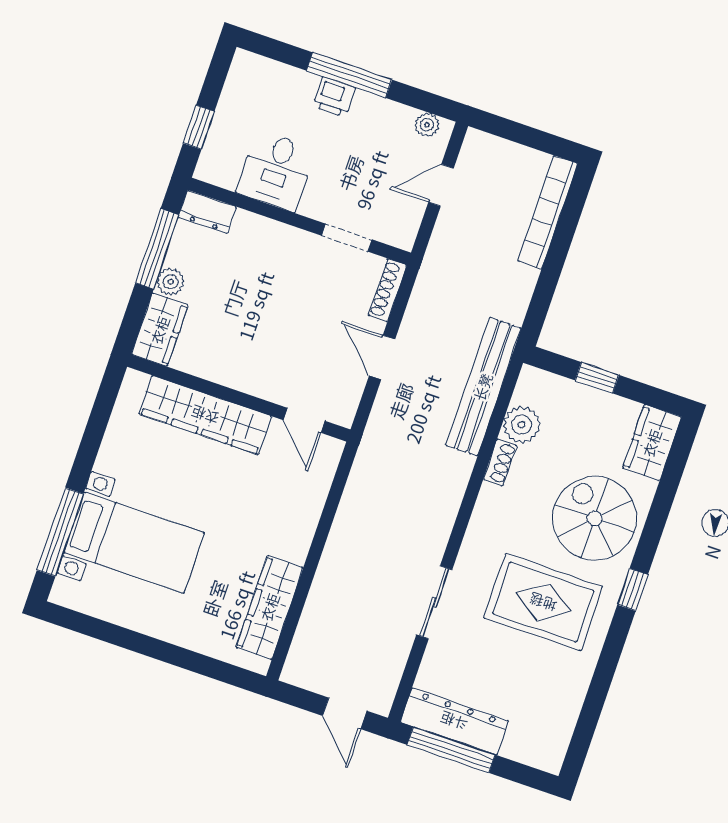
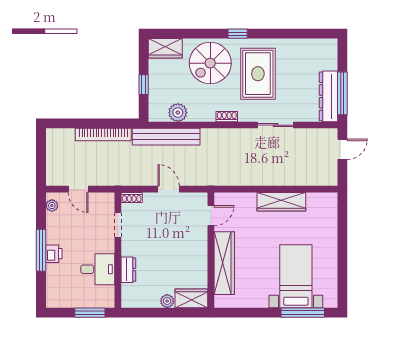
window: (199, 127) -> (90, 313), width x1.50
dresser: (207, 212) -> (128, 270), moved
bookcase: (548, 212) -> (103, 135), moved
window: (157, 249) -> (154, 313), removed
shoe rack: (387, 290) -> (132, 197), width x0.70
door: (382, 357) -> (169, 189), swing flipped
shoe rack: (500, 462) -> (227, 117), moved
wardrobe: (270, 607) -> (281, 202), moved

